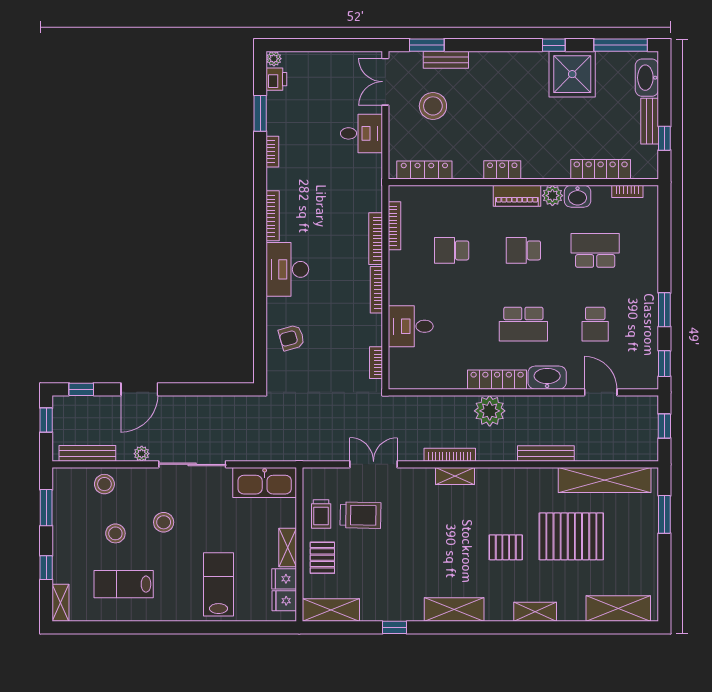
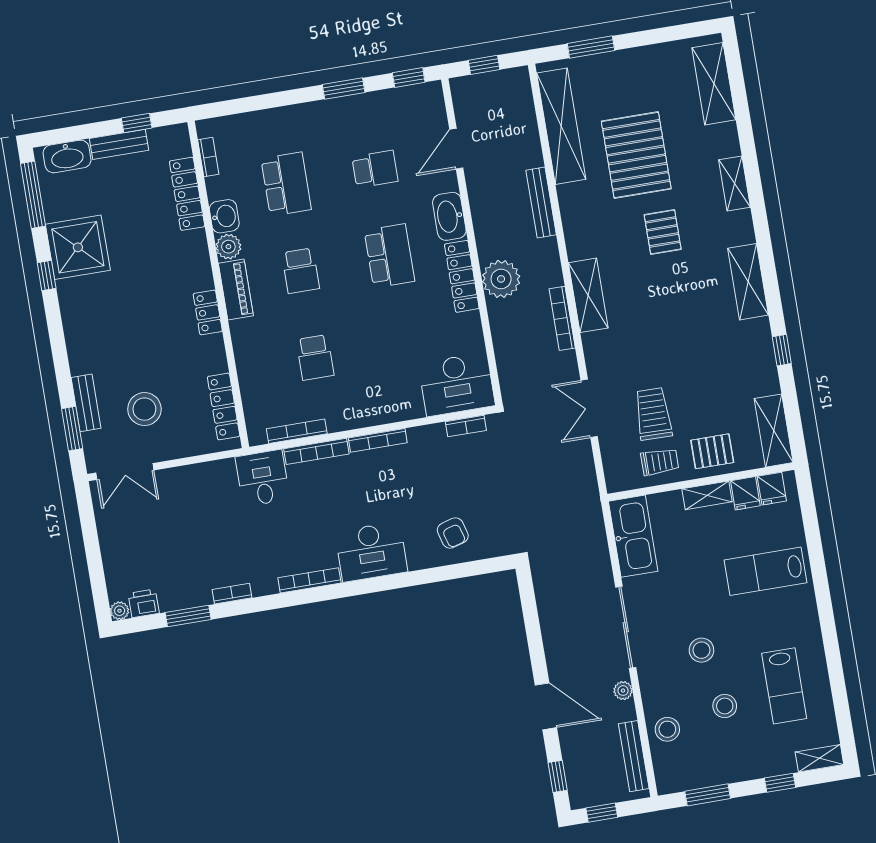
desk: (361, 133) -> (262, 478), moved
school desk: (595, 250) -> (286, 184), turned 180
desk: (411, 326) -> (457, 384), moved, width x1.37
shelving: (455, 476) -> (588, 295), width x1.50, depth x1.33

